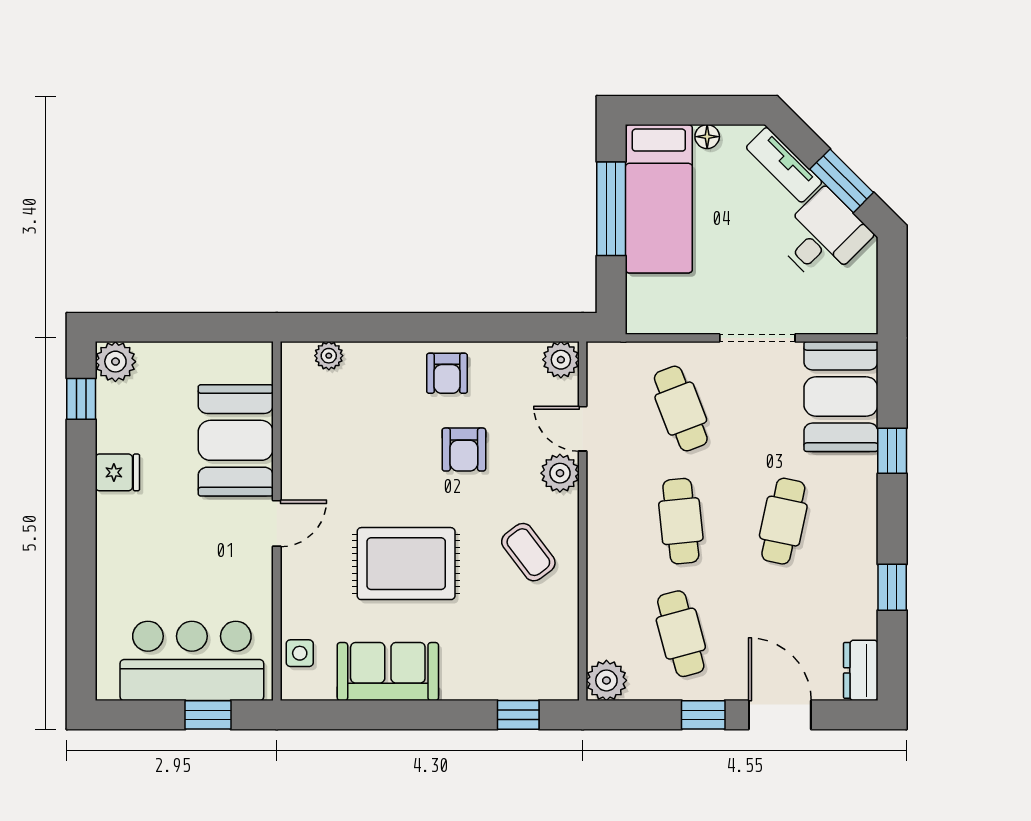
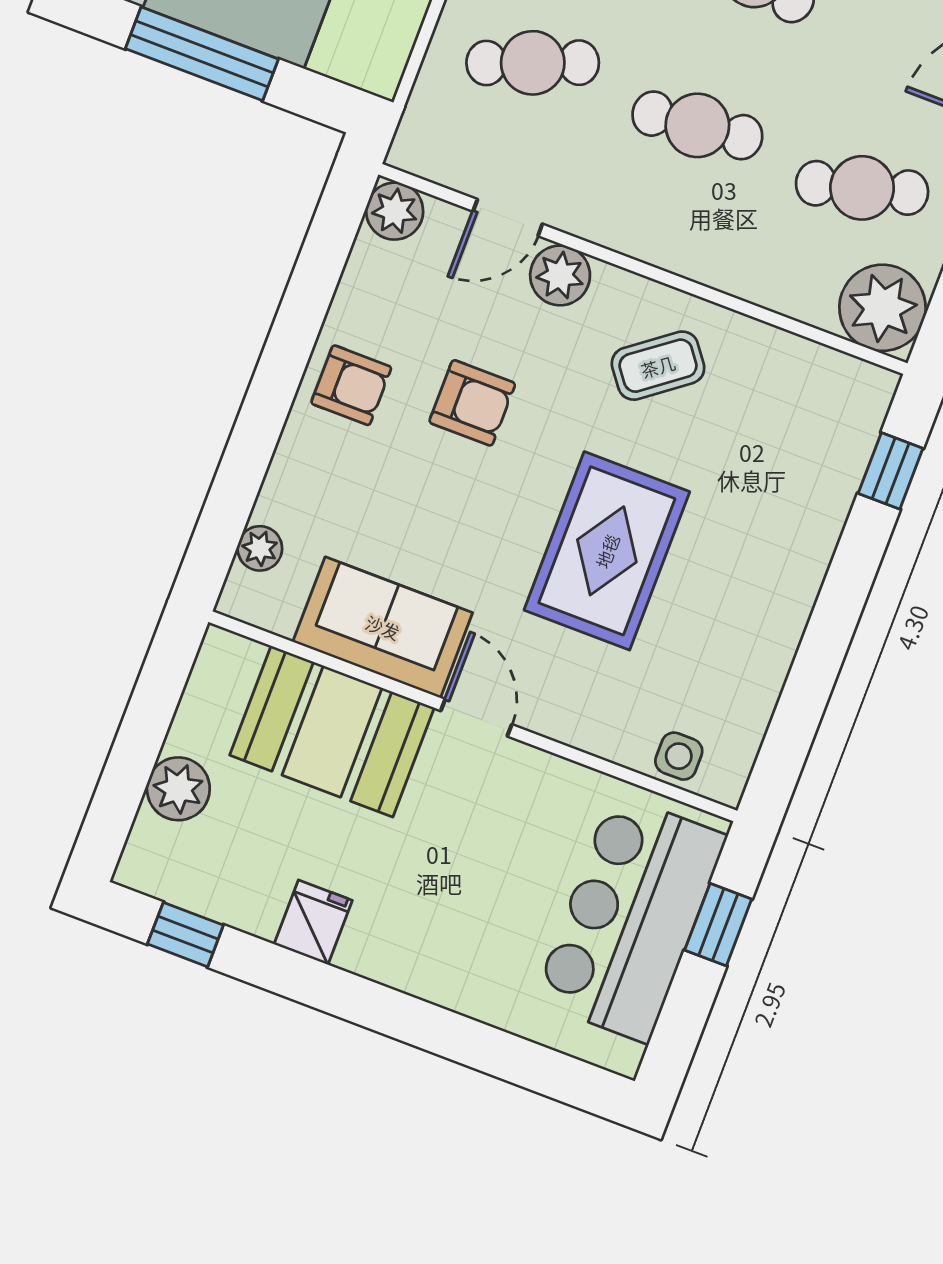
plant: (115, 362) -> (178, 789), moved
sofa: (388, 672) -> (383, 627), moved, turned 90
plant: (606, 680) -> (882, 308), width x1.36, depth x1.36

